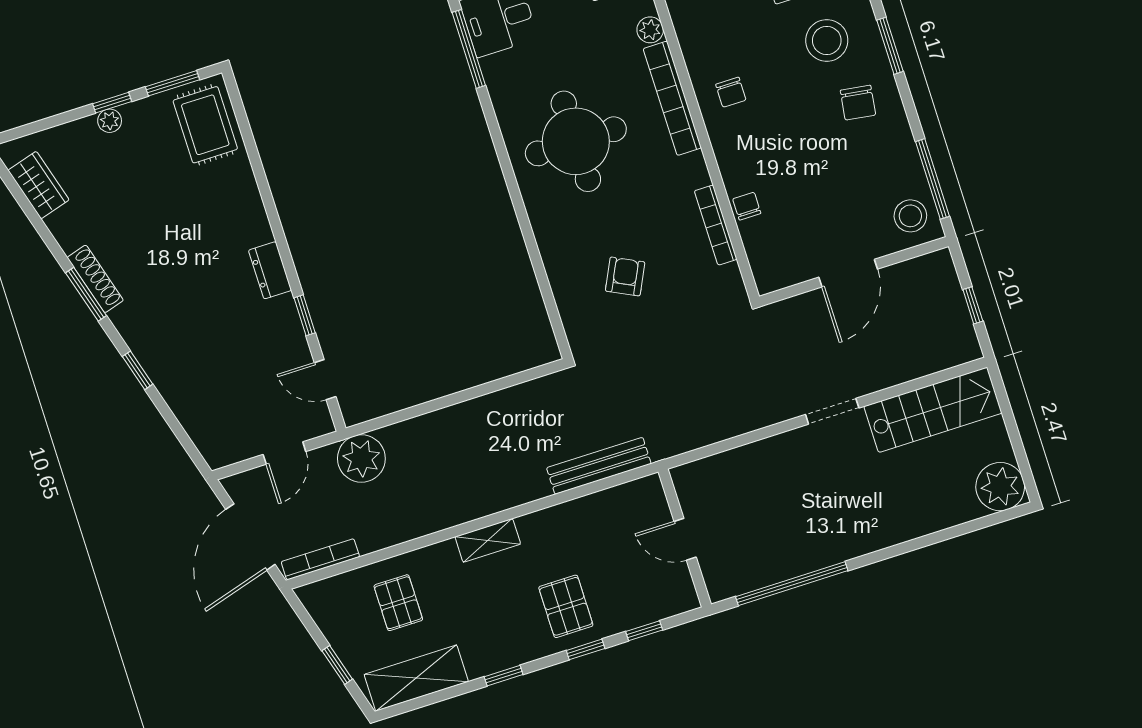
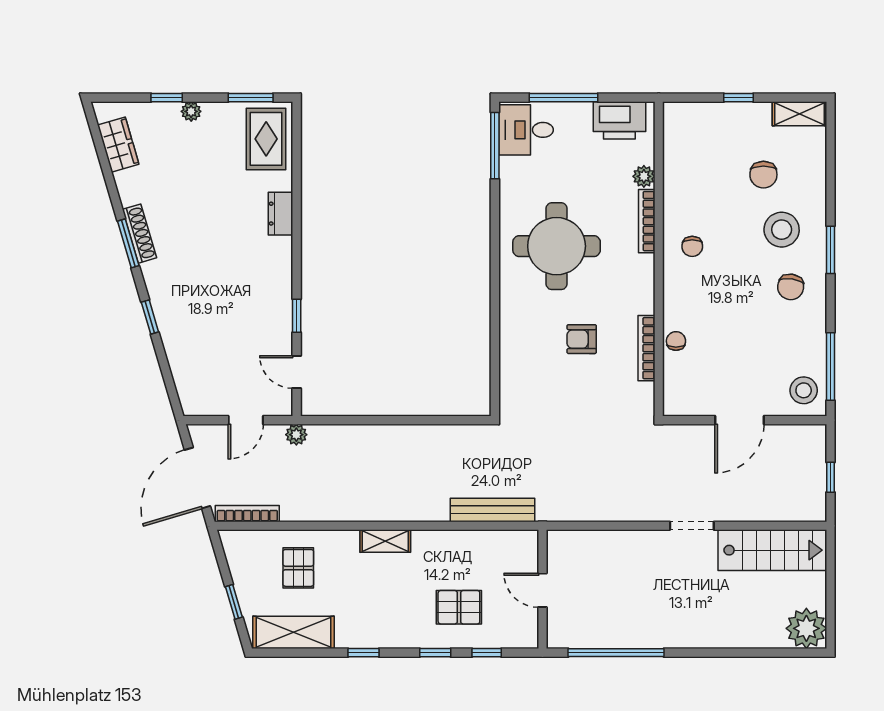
bookcase: (672, 98) -> (647, 221), width x0.68, depth x0.76
window: (112, 103) -> (167, 98), moved
dresser: (270, 270) -> (281, 214), moved
armchair: (625, 276) -> (582, 339), moved, turned -116
plant: (361, 458) -> (296, 435), width x0.53, depth x0.53
pallet: (566, 606) -> (459, 607), moved, turned 90

